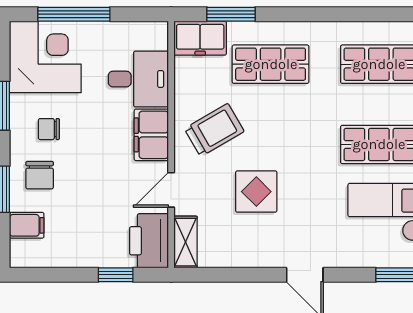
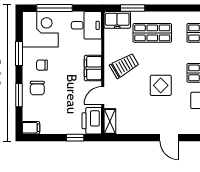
desk: (138, 79) -> (86, 25), moved
display table: (256, 192) -> (161, 85), moved
filing cabinet: (27, 225) -> (31, 128), moved

